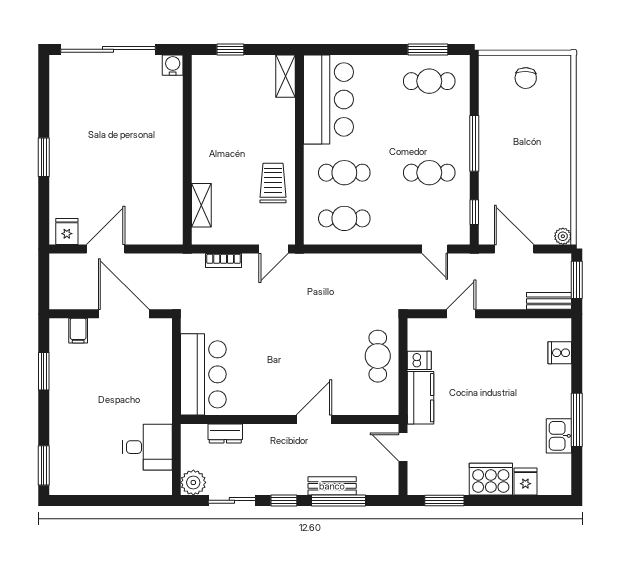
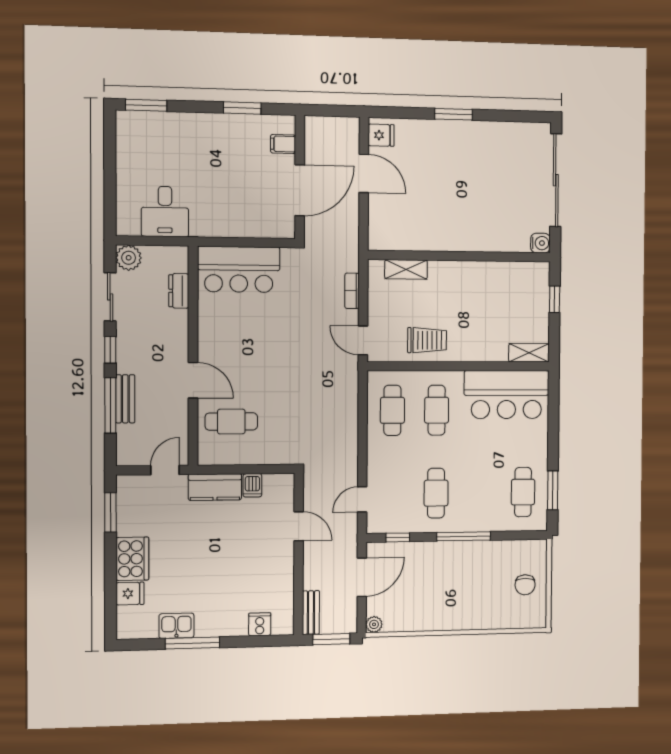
chair: (526, 78) -> (525, 585), turned -92
cafe table: (378, 356) -> (231, 422), moved

